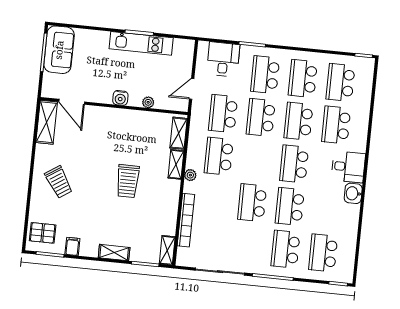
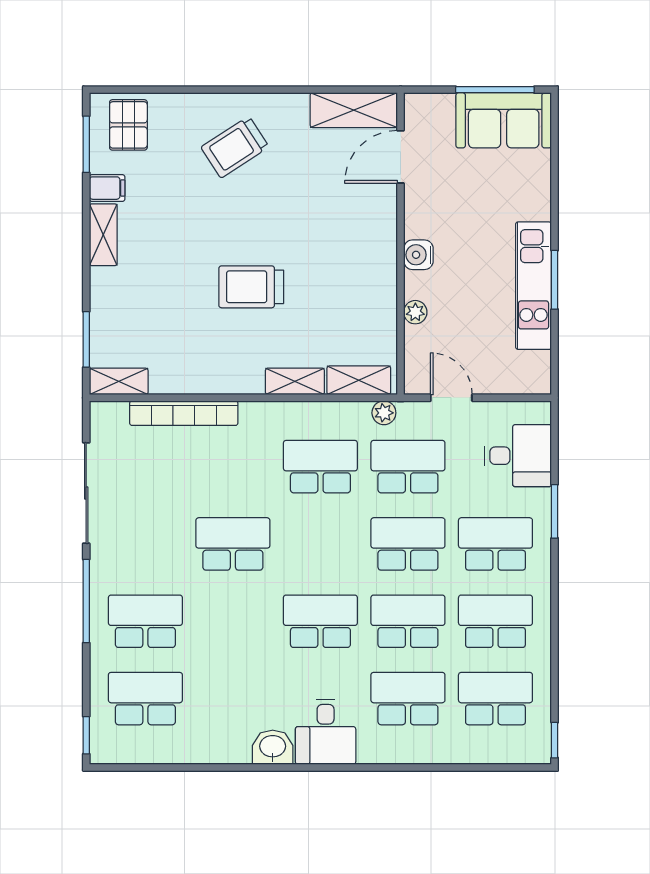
plant: (190, 175) -> (384, 413), moved
school desk: (290, 207) -> (233, 621), removed
shelving: (114, 253) -> (103, 235), moved

